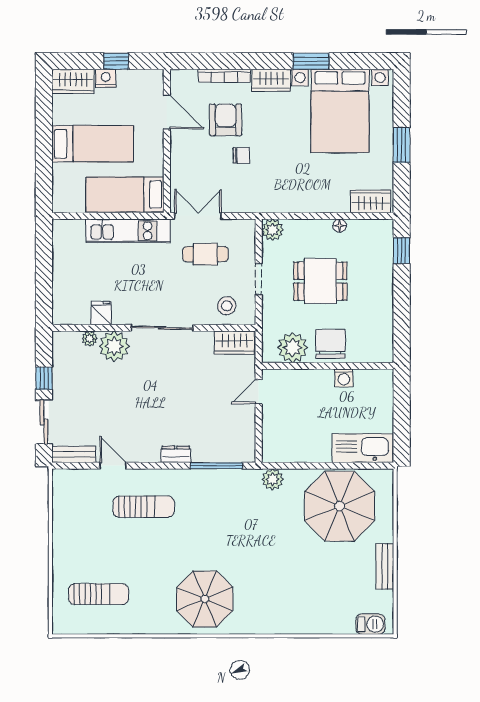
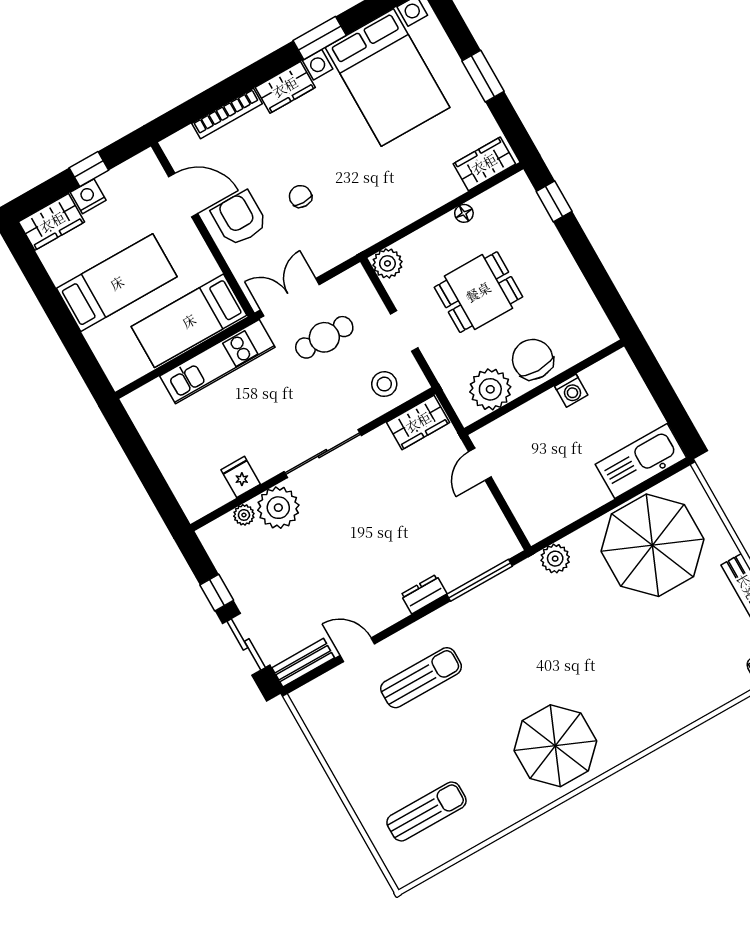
armchair: (226, 120) -> (239, 218), moved
chair: (241, 155) -> (300, 196), turned -90

